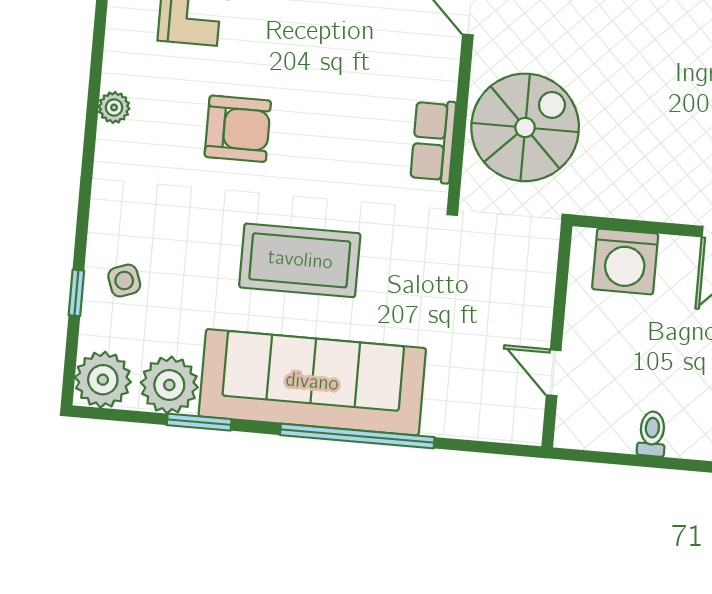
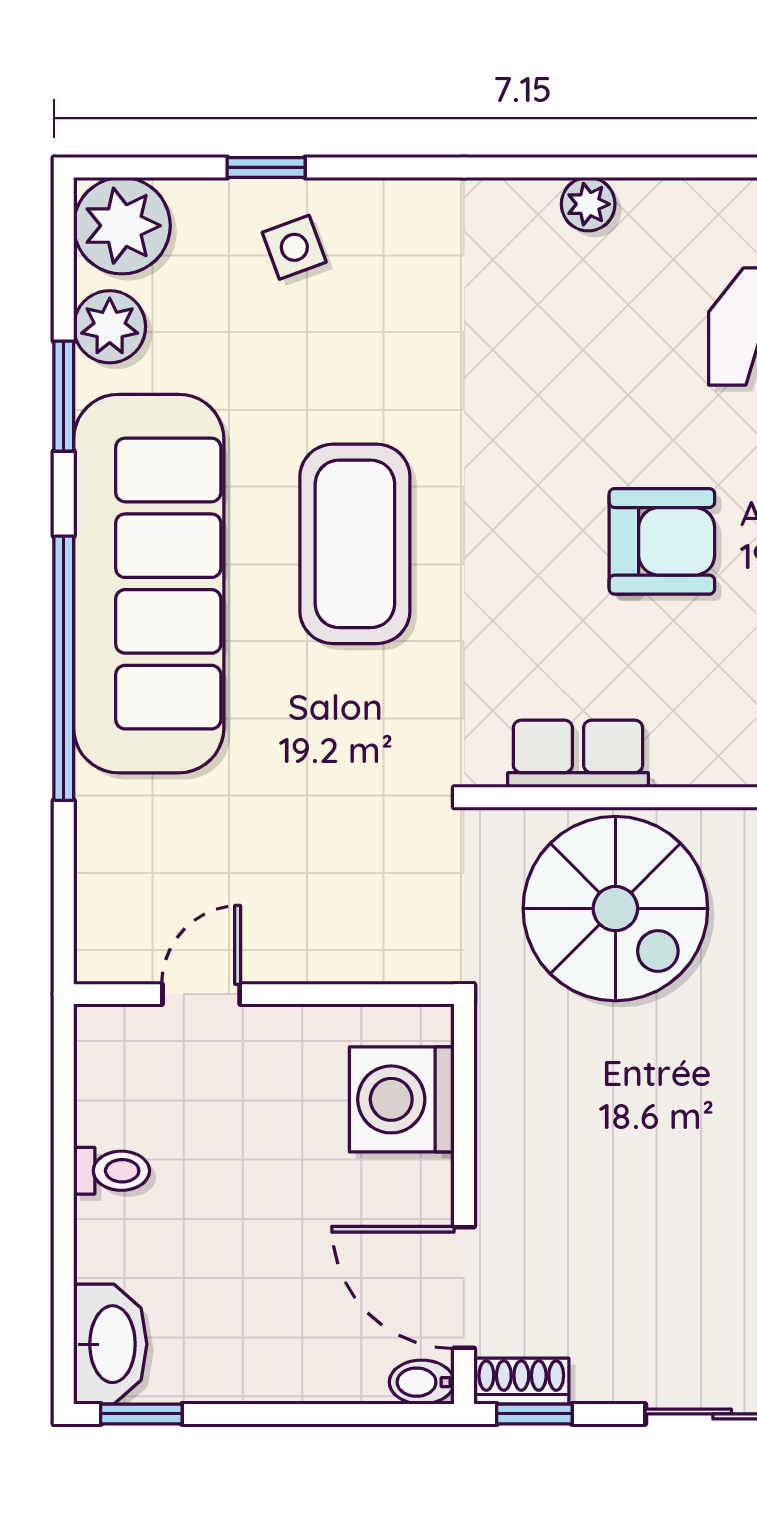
armchair: (238, 129) -> (662, 541), moved, turned -90
plant: (169, 385) -> (110, 327), width x0.73, depth x0.73

